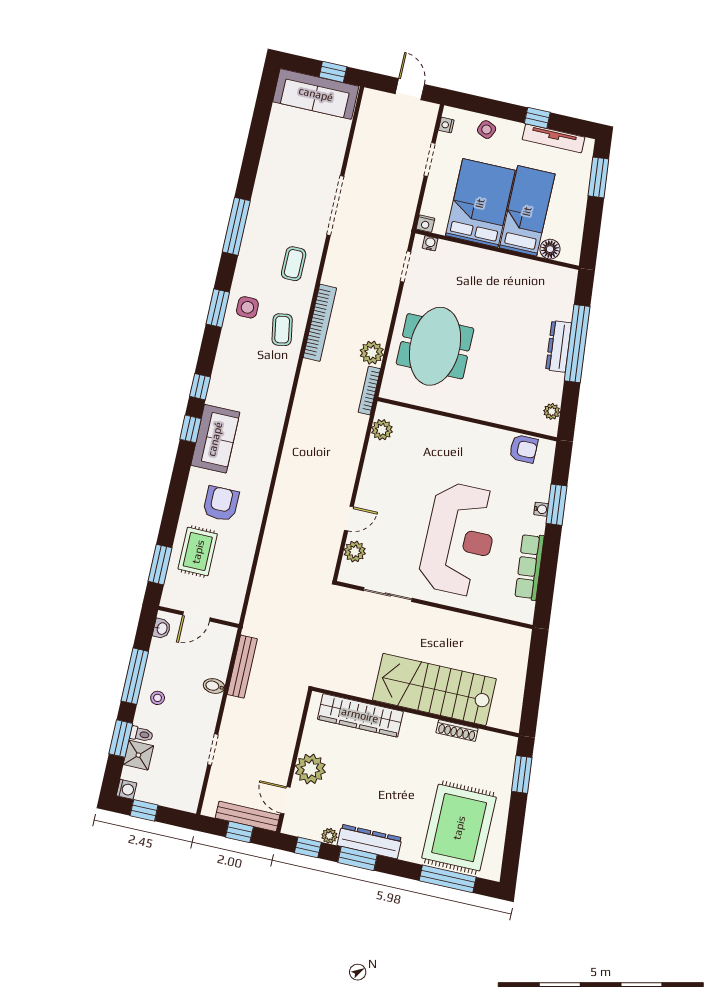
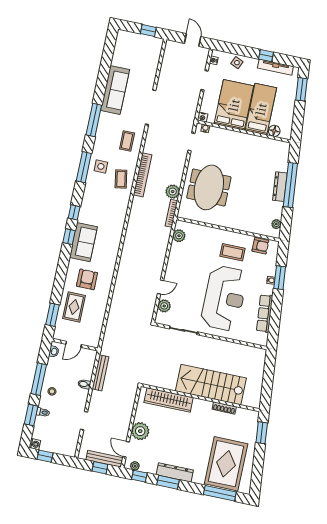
sofa: (316, 94) -> (115, 90), moved, turned -90
window: (218, 308) -> (84, 167), width x1.44
coffee table: (475, 460) -> (232, 252), added
shower: (138, 755) -> (41, 424), removed
plant: (329, 836) -> (135, 466), moved

